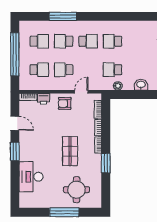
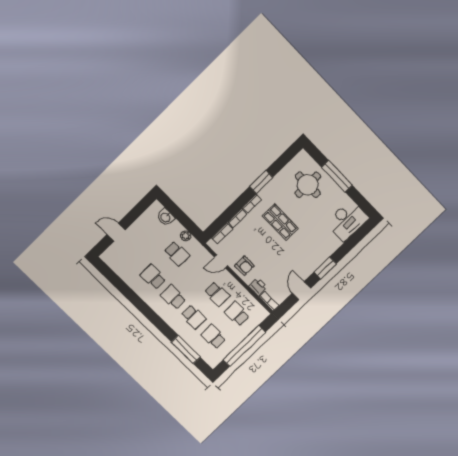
window: (63, 16) -> (186, 350), moved
school desk: (112, 41) -> (153, 277), turned 180
shop shelf: (70, 151) -> (280, 222), turned 90
desk: (31, 177) -> (347, 221), moved

